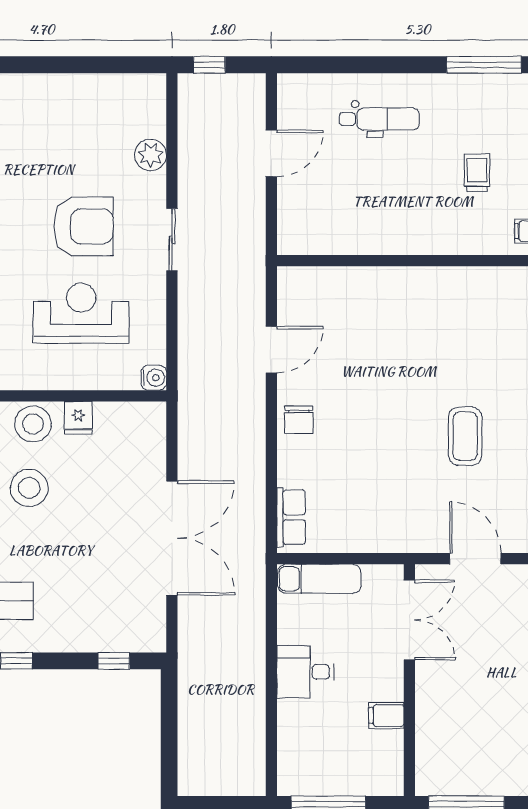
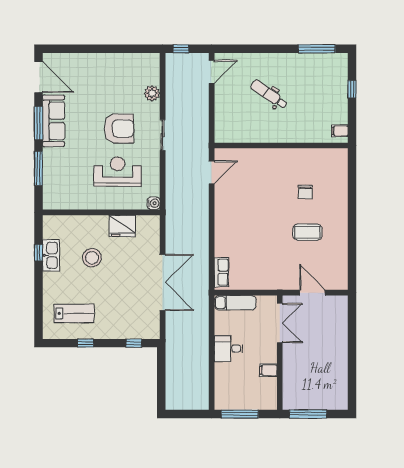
dental chair: (379, 119) -> (269, 94), moved, turned -145
door: (271, 153) -> (212, 72), moved
trolley: (477, 173) -> (313, 102), removed
door: (271, 350) -> (212, 172), moved
fridge: (78, 418) -> (122, 226), width x1.88, depth x1.34
chair: (299, 420) -> (305, 192), moved
stool: (33, 424) -> (94, 226), removed
coffee table: (465, 436) -> (307, 232), turned 90

